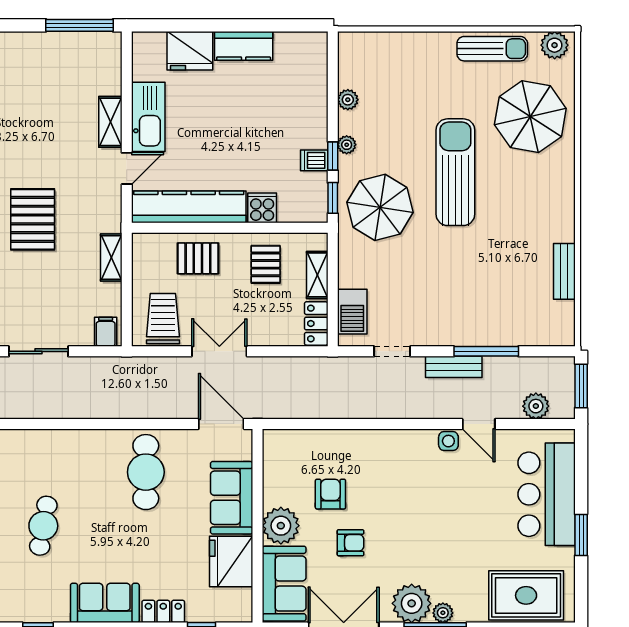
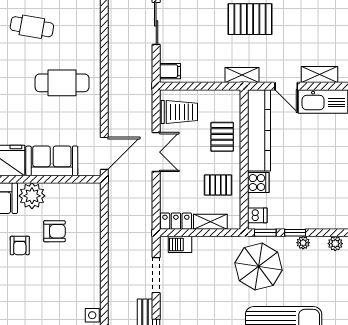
dishwasher: (314, 160) -> (257, 215), moved, turned 90
shelving: (111, 257) -> (242, 75), moved
barbecue: (352, 312) -> (180, 244), width x0.73, depth x0.79
doorway: (392, 351) -> (156, 275), width x1.38
cafe table: (146, 472) -> (62, 83), moved

